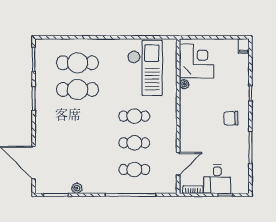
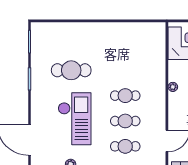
cafe table: (77, 63) -> (71, 45), removed
checkout: (145, 68) -> (75, 119), moved
plant: (184, 84) -> (173, 87), moved

